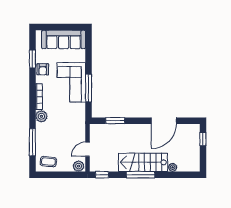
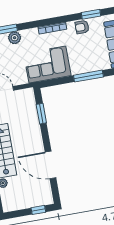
corner sofa: (71, 82) -> (47, 65), moved
window: (89, 88) -> (88, 76), moved
plant: (41, 116) -> (15, 38), moved

